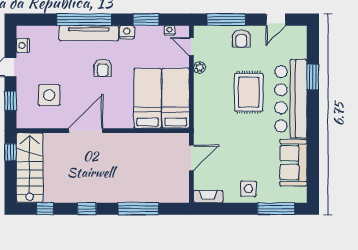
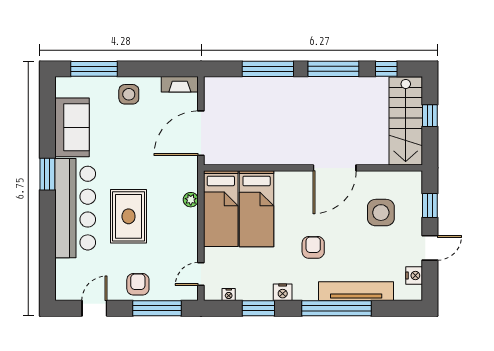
tv unit: (89, 33) -> (356, 291), moved
door: (191, 47) -> (201, 274), swing flipped
plant: (200, 67) -> (191, 200), moved
window: (313, 77) -> (47, 174), moved
window: (10, 152) -> (430, 116), moved
door: (191, 158) -> (201, 133), width x1.36
window: (87, 209) -> (333, 69), width x2.17

